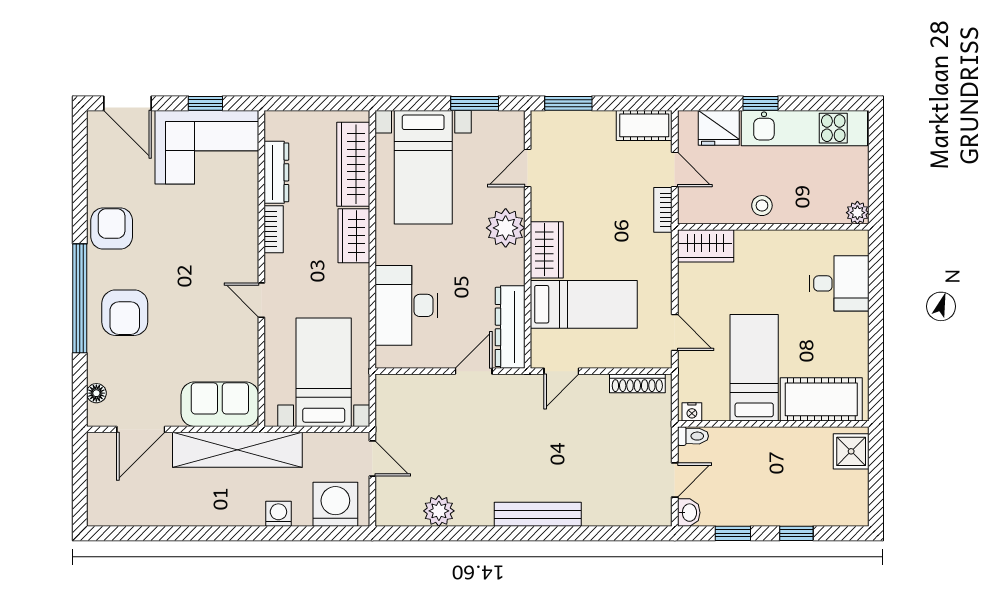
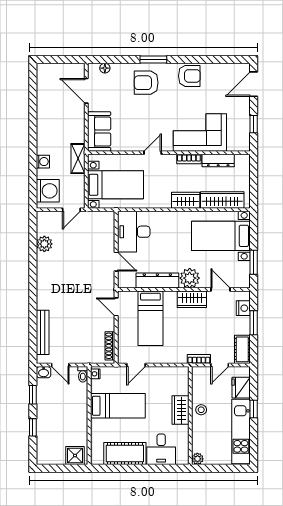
window: (568, 103) -> (254, 323), moved
nightstand: (564, 124) -> (243, 308), added
corner sofa: (207, 147) -> (200, 132), moved, turned 90
wardrobe: (706, 246) -> (180, 410), moved
wardrobe: (547, 250) -> (192, 299), moved
window: (80, 298) -> (153, 60), width x0.47
desk: (407, 305) -> (134, 232), moved, turned -90
dresser: (510, 327) -> (157, 281), moved
cot: (821, 399) -> (125, 453), moved, turned 90
shelving: (237, 450) -> (78, 159), width x0.45, depth x0.75
bench: (538, 514) -> (43, 332), moved

